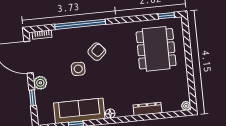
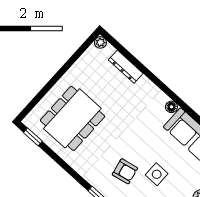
armchair: (97, 52) -> (125, 171), turned -150
dresser: (147, 109) -> (126, 67), moved

